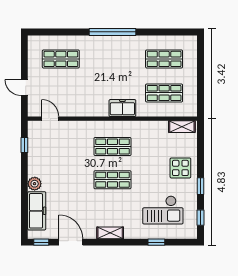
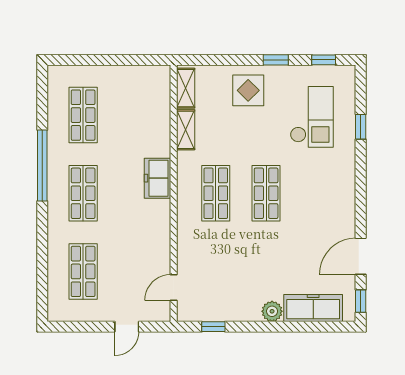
window: (113, 32) -> (42, 166), moved
shop shelf: (164, 93) -> (83, 193), moved
shelving: (110, 233) -> (186, 130), moved

